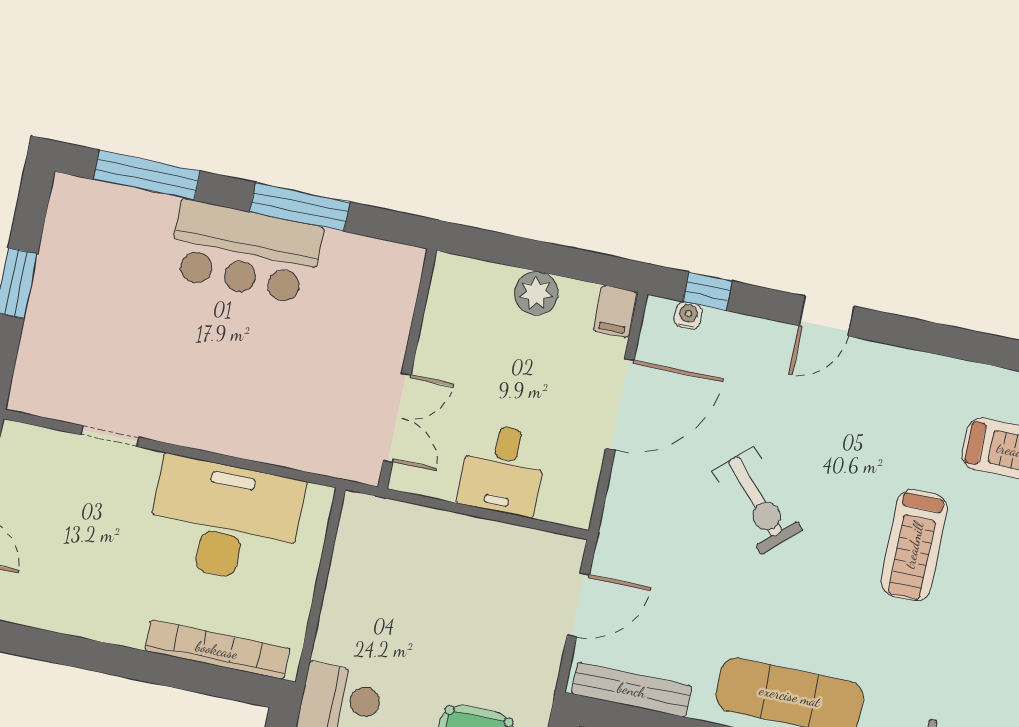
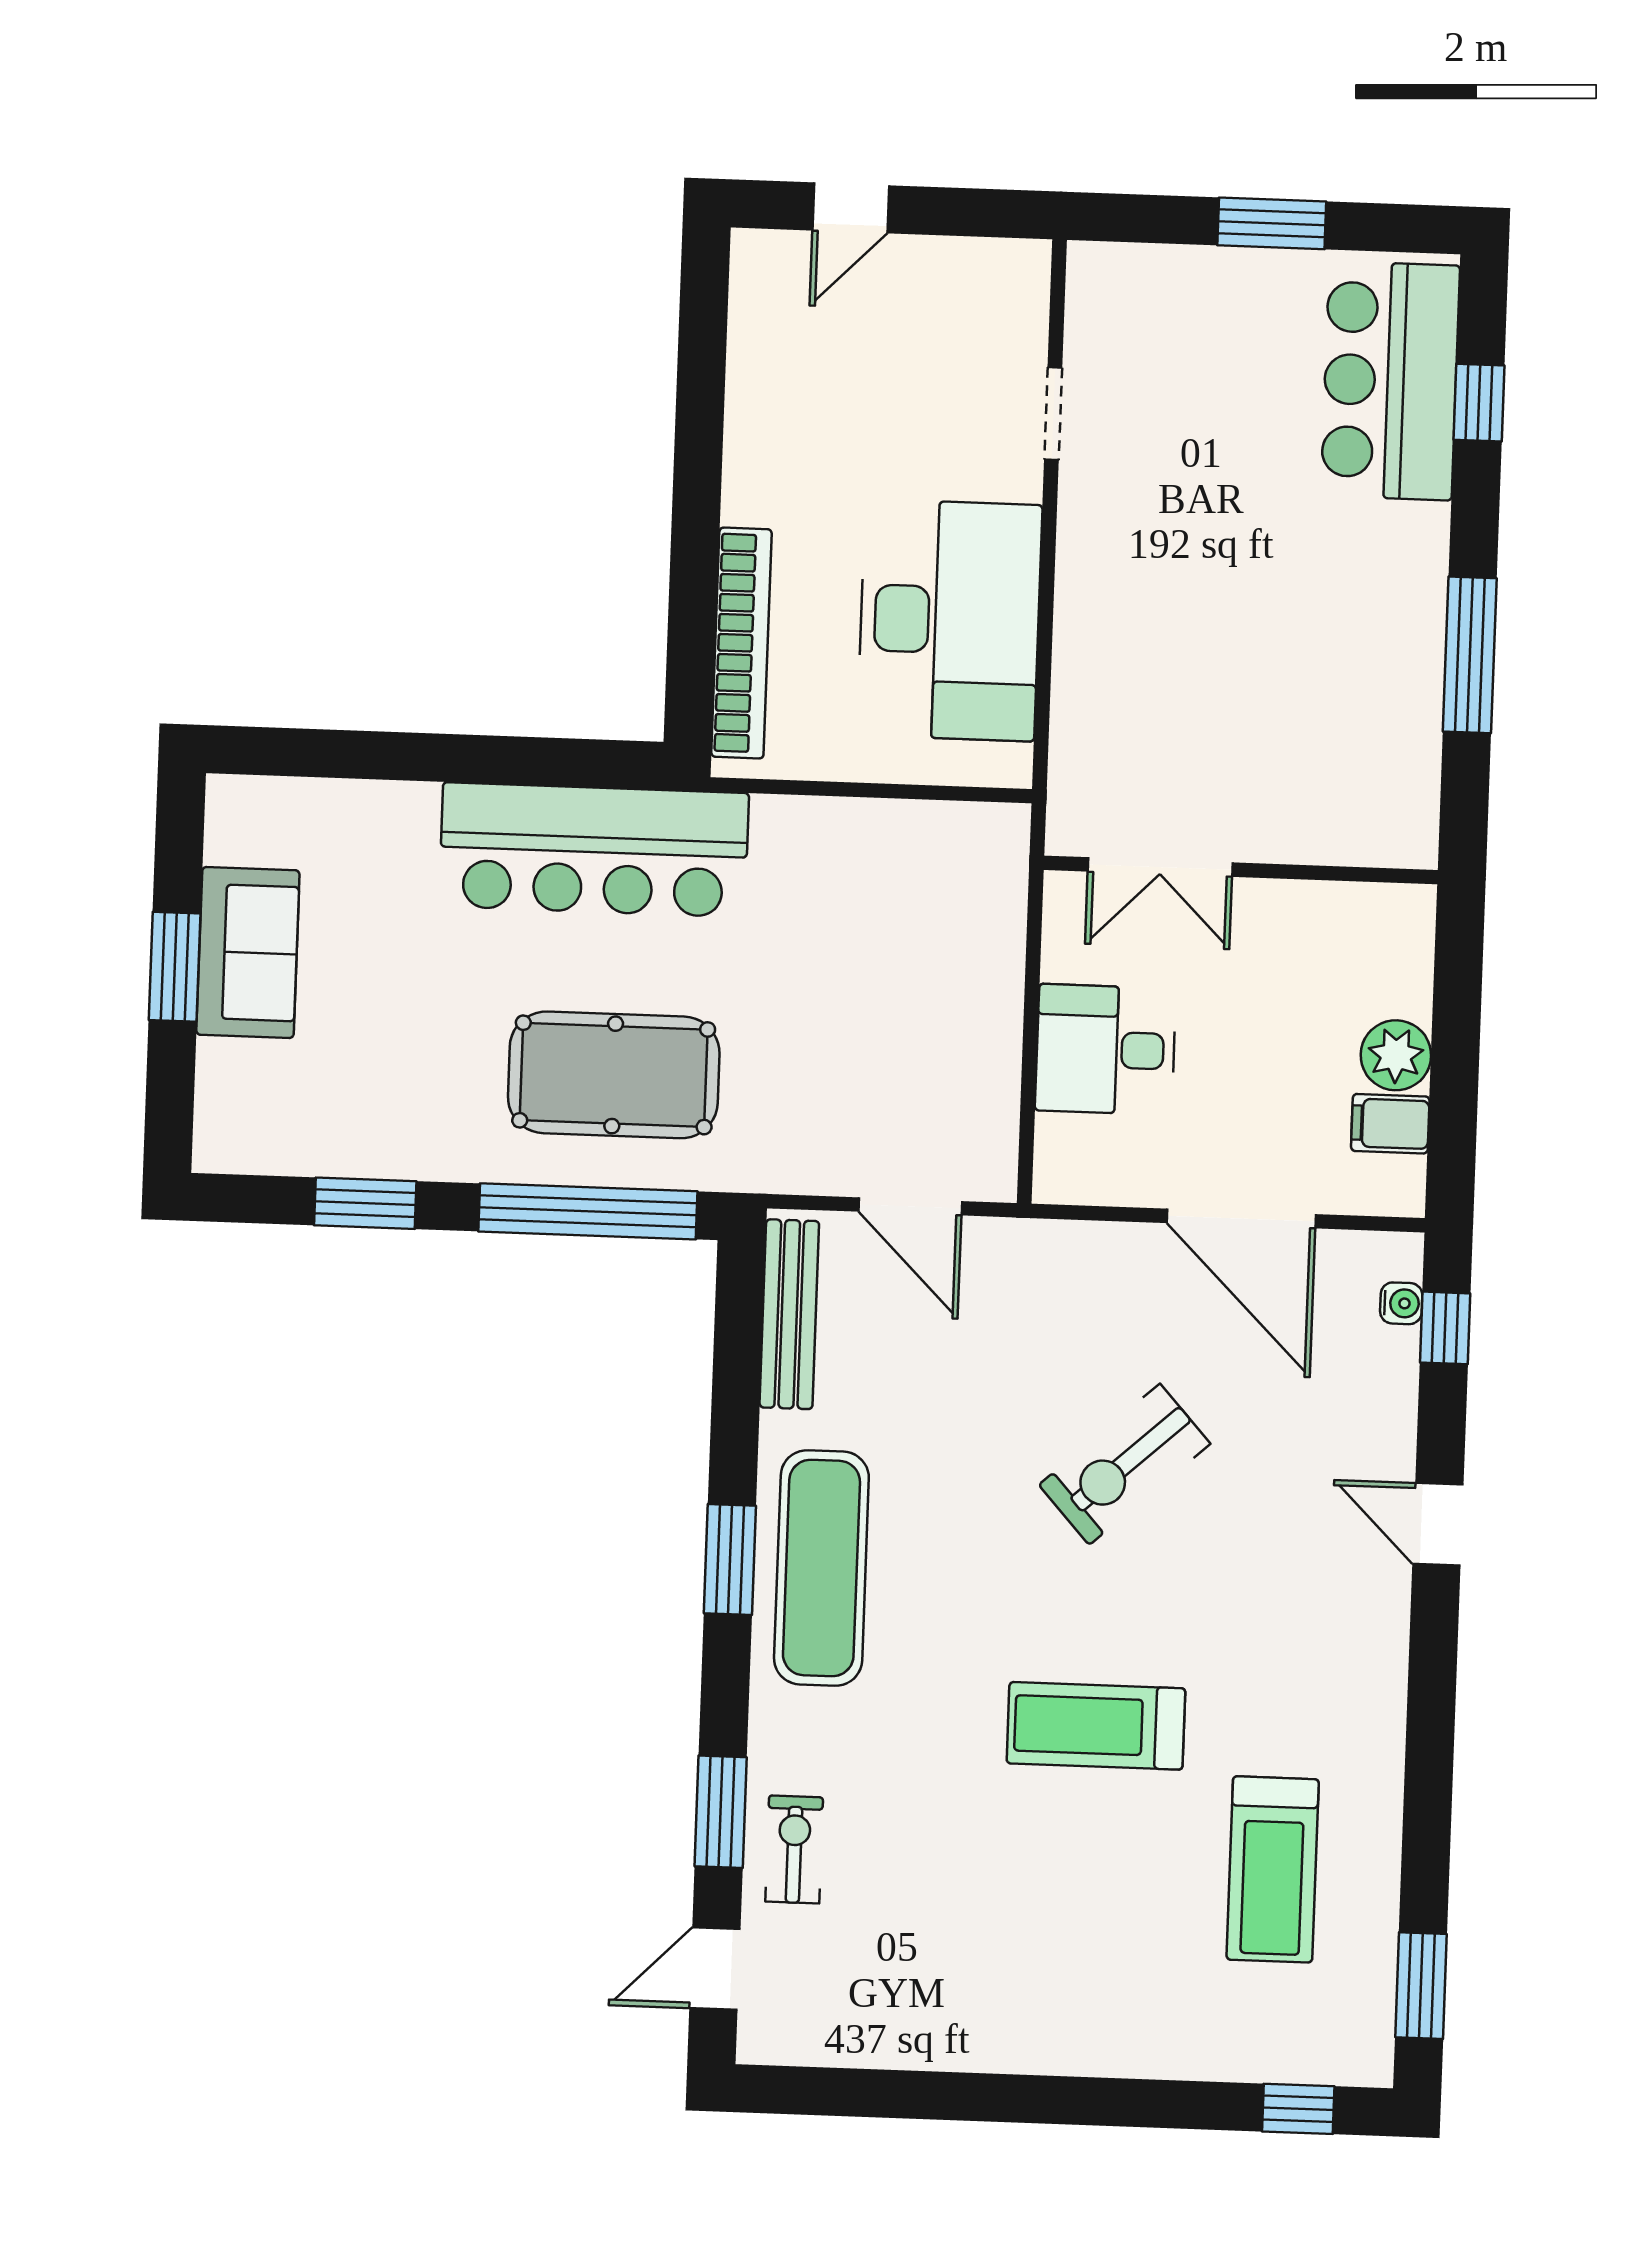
window: (147, 175) -> (1479, 403), width x0.46
bar counter: (245, 252) -> (1390, 381), moved
filing cabinet: (615, 311) -> (1390, 1124), moved

